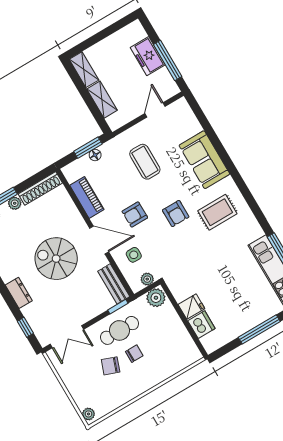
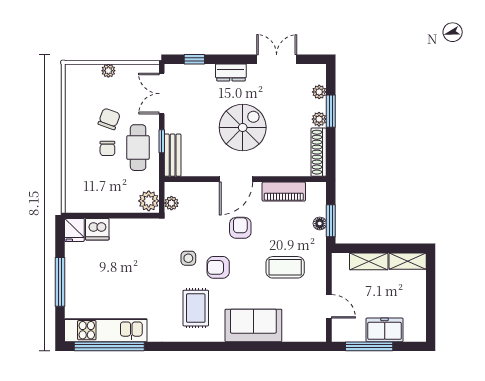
side table: (134, 255) -> (188, 258), moved
bench: (114, 284) -> (173, 155), moved, turned 90
window: (118, 307) -> (162, 141), moved
fridge: (191, 307) -> (74, 230), moved
plant: (89, 414) -> (108, 71), moved

